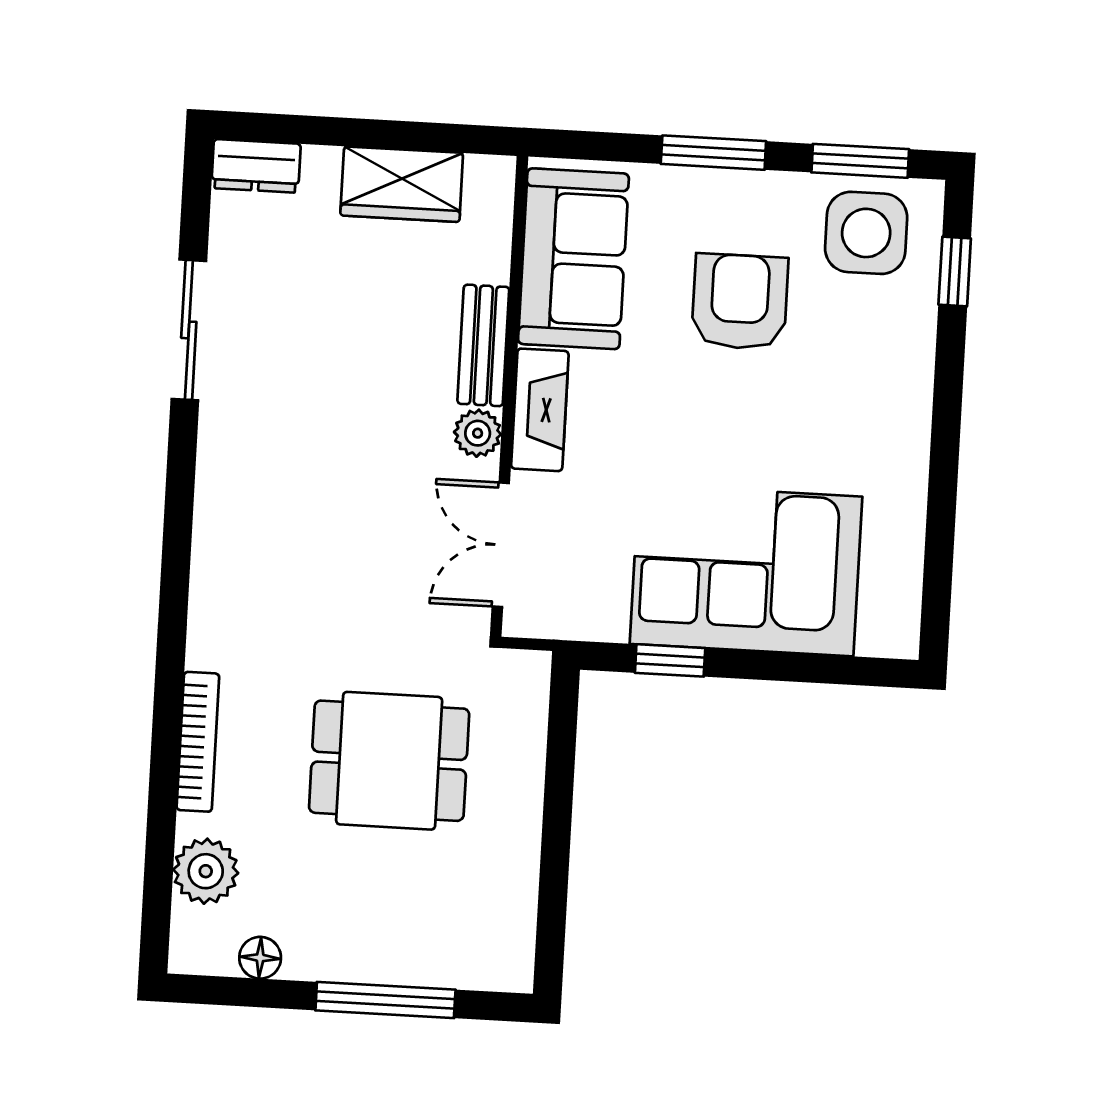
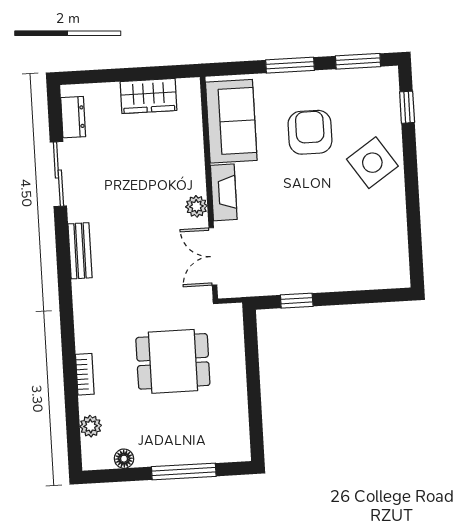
dresser: (256, 166) -> (73, 117), moved, turned -90
side table: (866, 233) -> (372, 163), moved, turned -34
bench: (483, 345) -> (80, 251), moved
corner sofa: (746, 570) -> (327, 255), removed
bookcase: (198, 742) -> (85, 374), width x0.64
plant: (206, 871) -> (91, 426), width x0.73, depth x0.73

